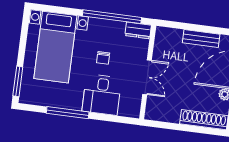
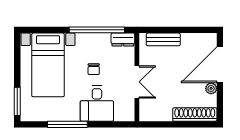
bench: (201, 39) -> (163, 39), moved

